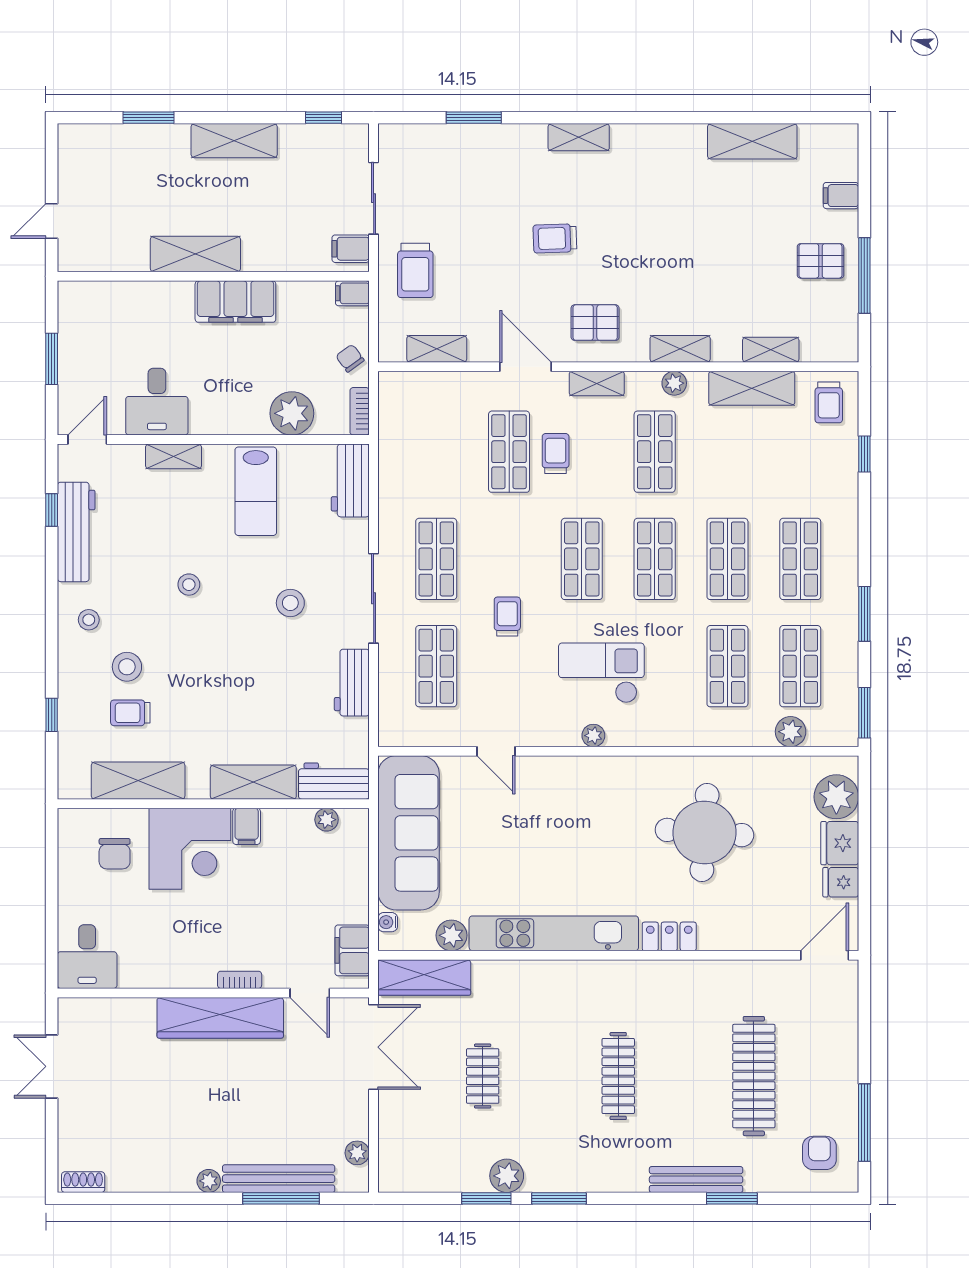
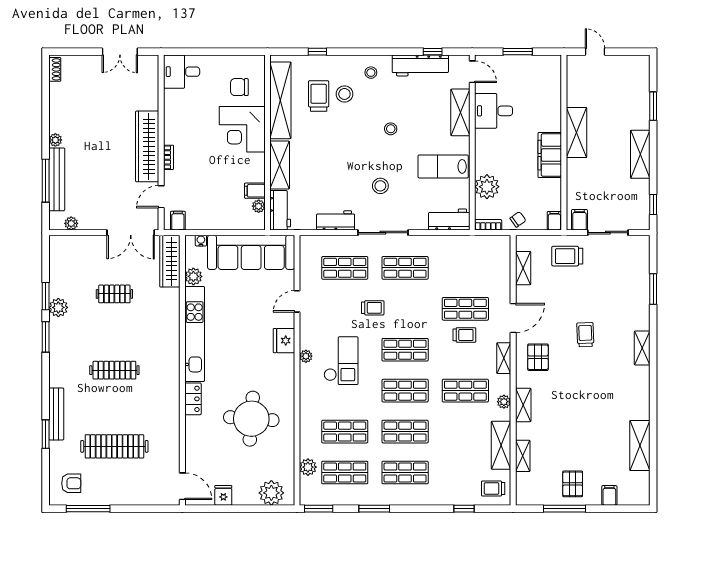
shelving: (174, 456) -> (460, 112), width x1.50, depth x1.33
trolley: (130, 713) -> (319, 96), width x1.36, depth x1.39
shelving: (138, 781) -> (280, 100), width x1.47
filing cabinet: (247, 826) -> (255, 191), moved
fridge: (840, 843) -> (284, 341), moved, turned -90
filing cabinet: (352, 950) -> (178, 221), width x0.50
double door: (52, 1066) -> (120, 52), swing flipped

